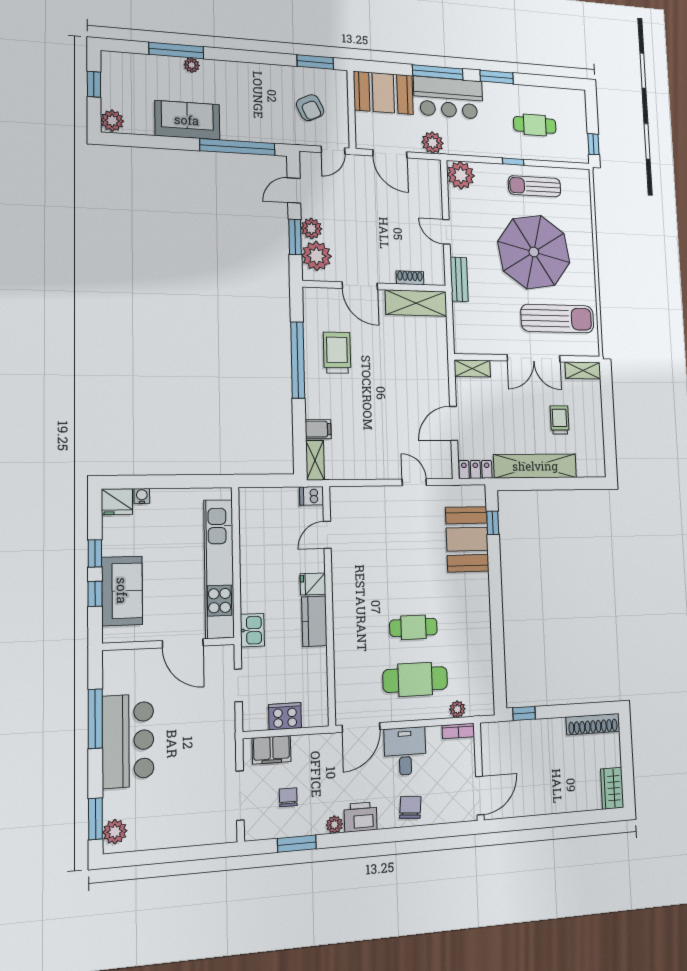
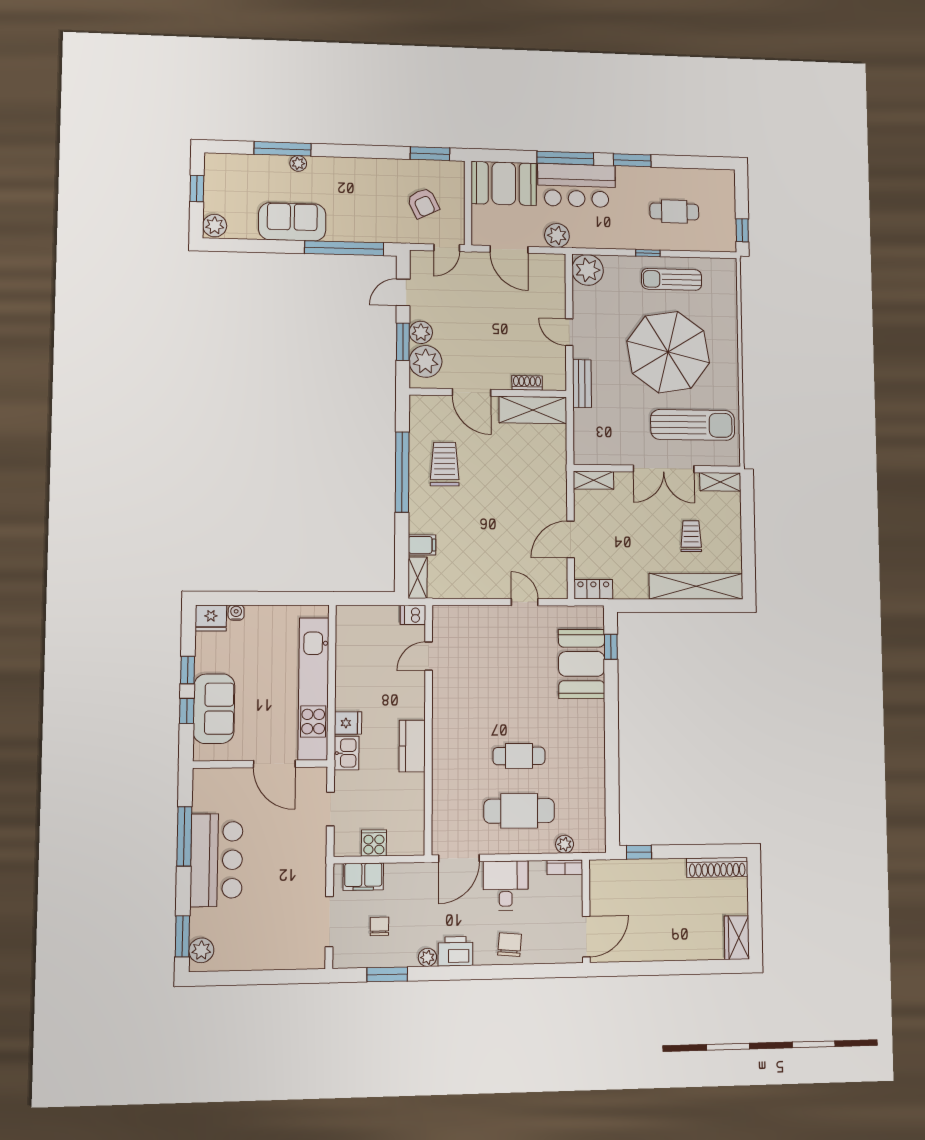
shelving: (535, 466) -> (696, 586), moved
fridge: (313, 584) -> (348, 723), moved, turned 180
cooker: (285, 716) -> (374, 843), width x0.73

